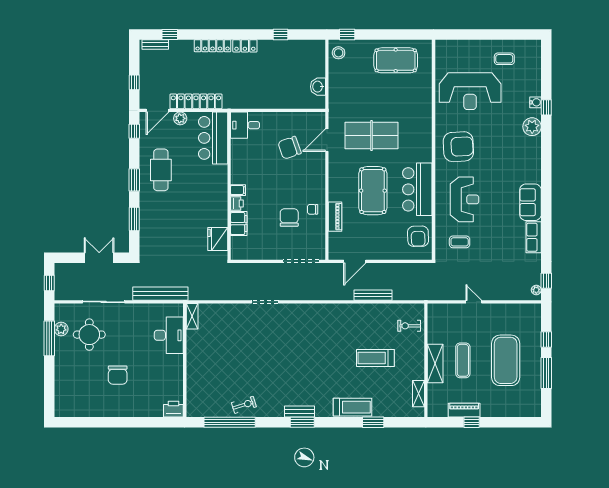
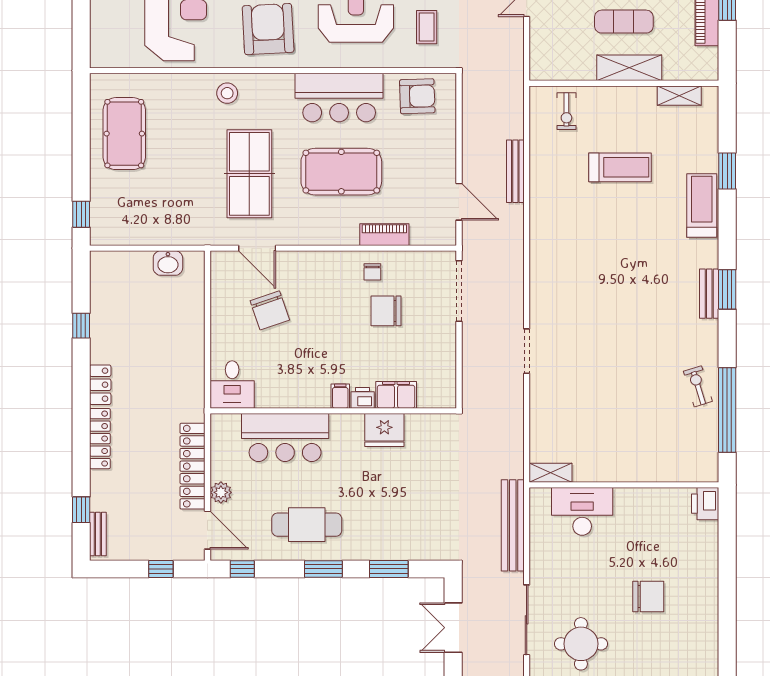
stool: (339, 53) -> (227, 93), moved
bar counter: (213, 138) -> (285, 438), moved
fridge: (218, 239) -> (384, 430), moved
treadmill: (375, 358) -> (620, 167), turned -90

